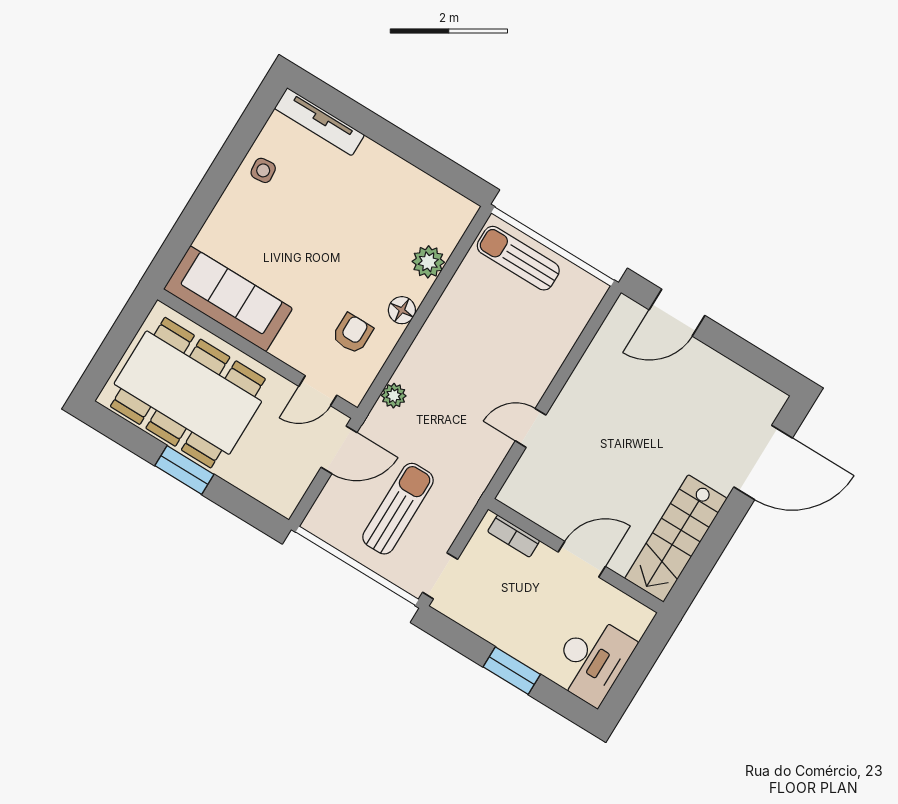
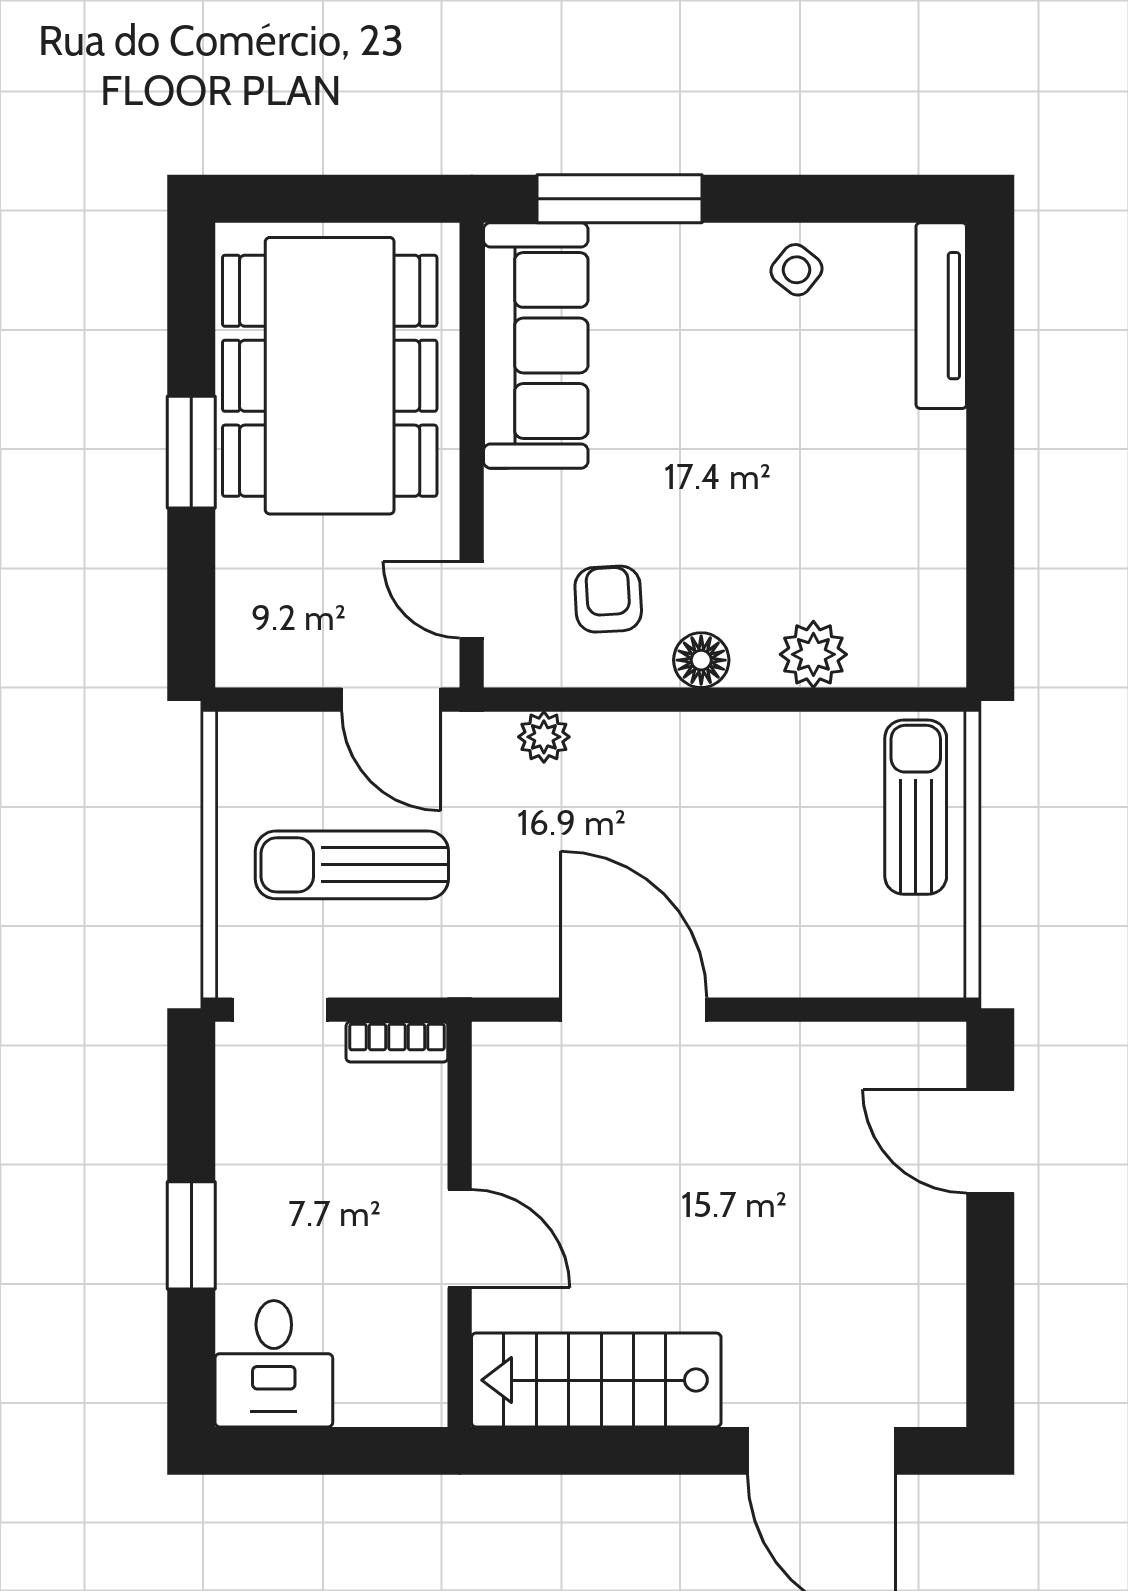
side table: (263, 170) -> (796, 270), turned 45
window: (188, 226) -> (620, 199), added
armchair: (353, 333) -> (608, 599), turned -93
door: (531, 428) -> (634, 1010), width x1.87
sun lounger: (398, 509) -> (352, 865), turned 180
bookcase: (514, 536) -> (397, 1042), moved, turned -90
desk: (592, 660) -> (274, 1364), width x0.73

